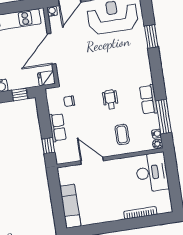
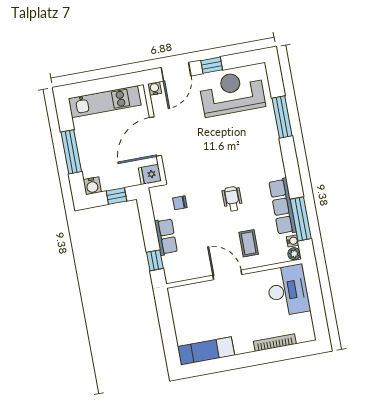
window: (151, 36) -> (282, 117), width x1.44
row of seats: (149, 99) -> (283, 206), width x1.48
door: (92, 161) -> (227, 275), moved
exam couch: (70, 206) -> (206, 351), moved, turned -90

